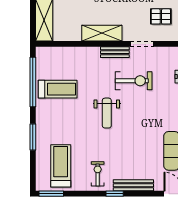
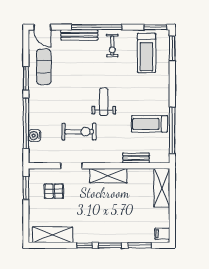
bench: (115, 52) -> (136, 158), moved
exercise bike: (134, 81) -> (79, 132), turned 180
window: (33, 137) -> (172, 48), moved
window: (115, 194) -> (96, 27), width x3.17

